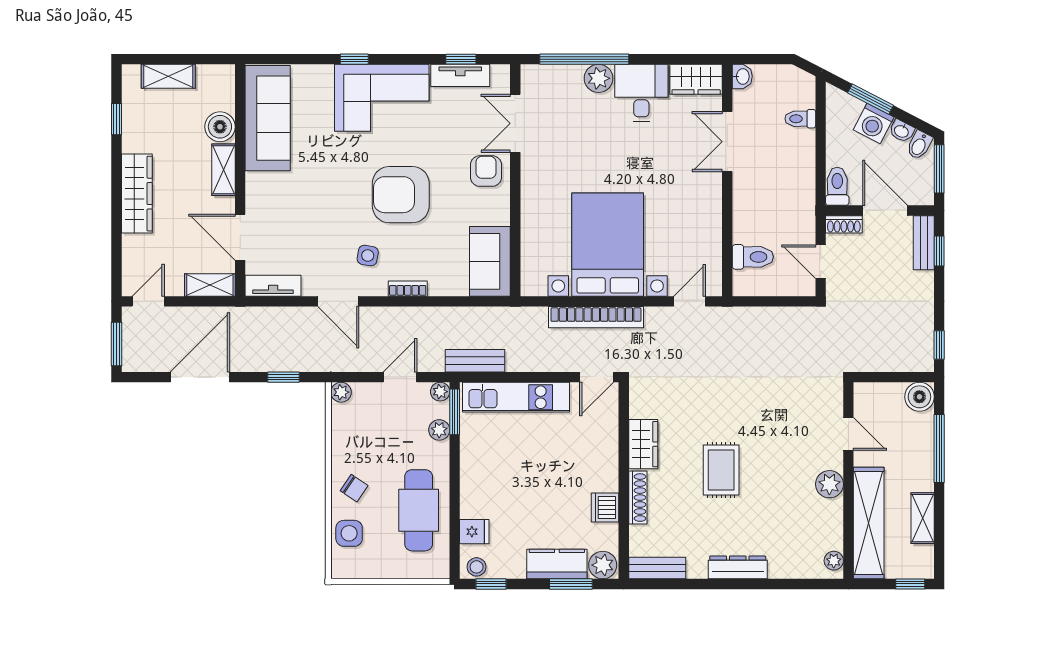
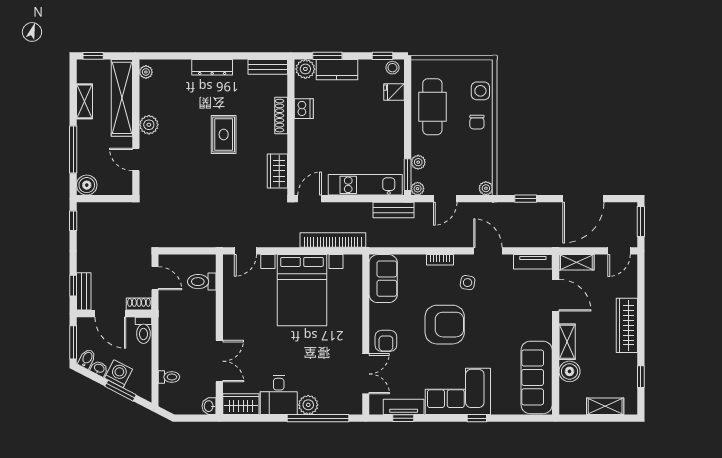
bookcase: (596, 317) -> (333, 240), moved
wardrobe: (643, 444) -> (277, 171), moved
chair: (354, 488) -> (477, 122), turned -124

